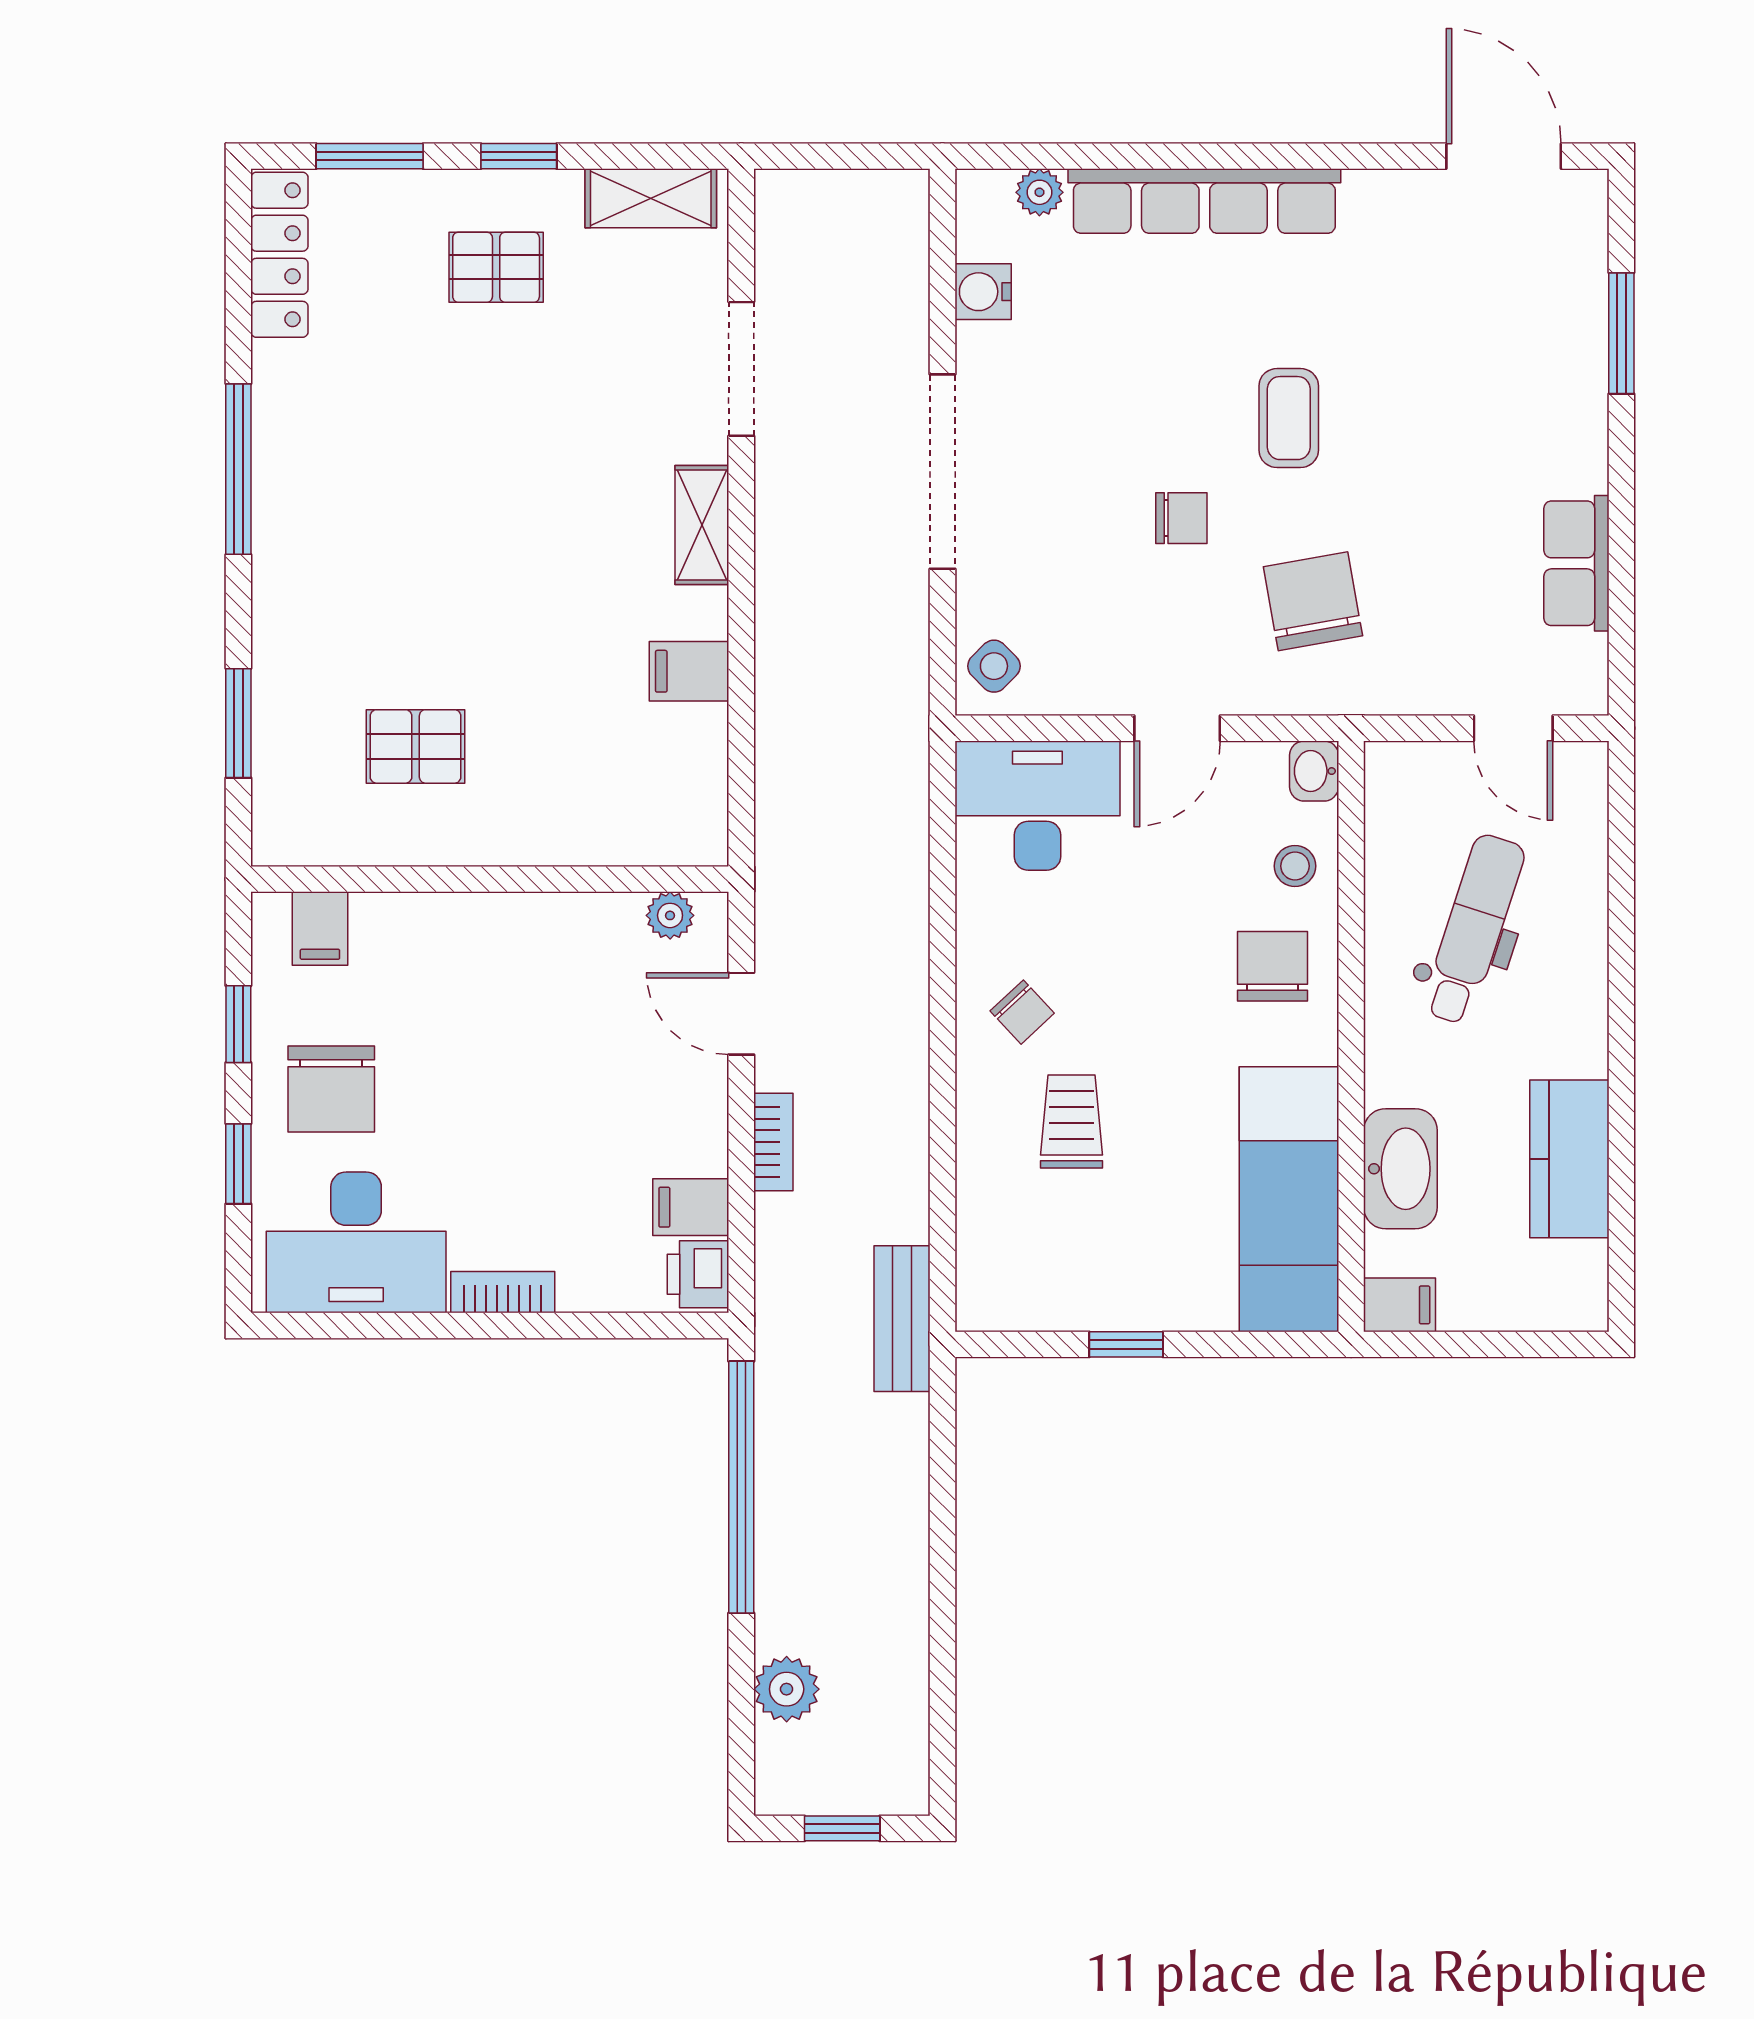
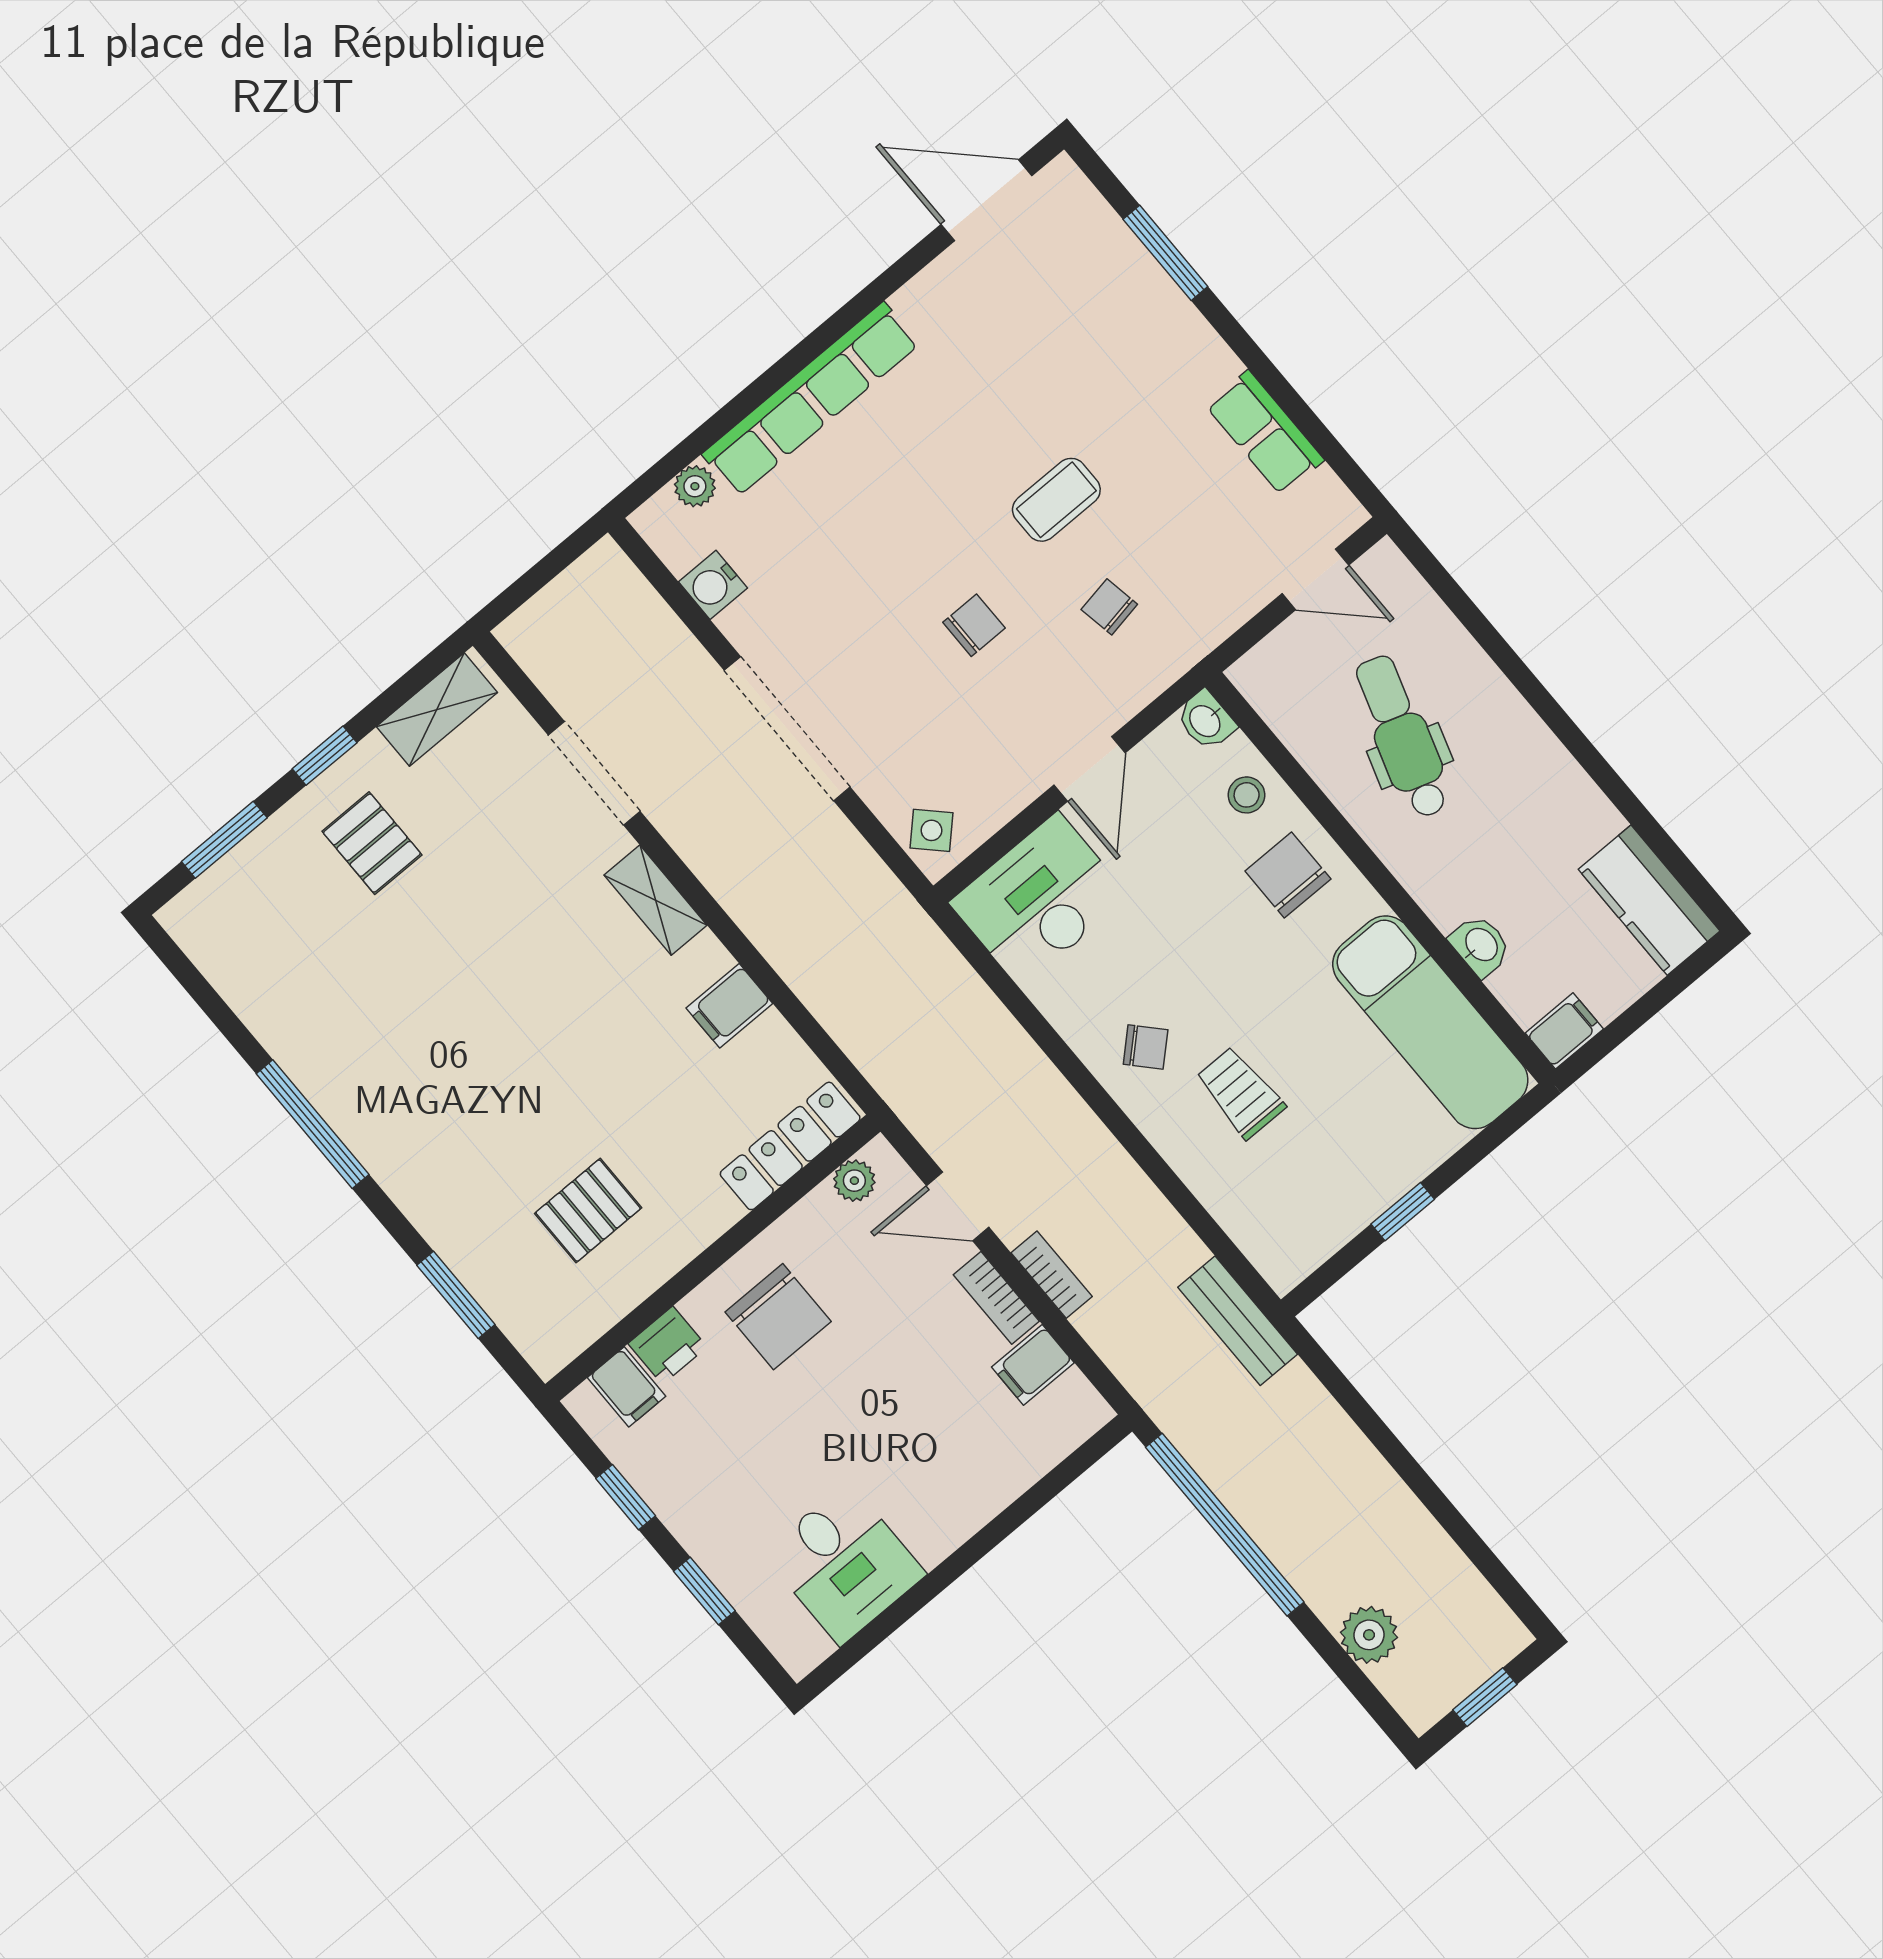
locker: (279, 255) -> (790, 1146), moved, turned -90
pallet: (496, 267) -> (372, 843), turned 90
coffee table: (1289, 418) -> (1056, 500), moved, turned 90
chair: (1313, 601) -> (1109, 607), width x0.54, depth x0.54
chair: (331, 1089) -> (778, 1317), moved
kitchen counter: (1569, 1159) -> (1649, 900), moved
washbasin: (1400, 1169) -> (1480, 945), width x0.52, depth x0.69
desk: (356, 1242) -> (844, 1564), width x0.73
printer: (698, 1274) -> (668, 1345), moved, turned -90
bookcase: (503, 1292) -> (996, 1298), moved, turned -90

